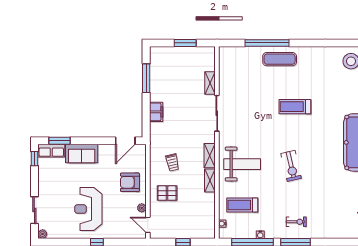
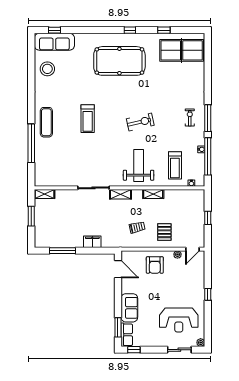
exercise mat: (280, 59) -> (46, 122), moved
shelving: (210, 83) -> (44, 194), moved
shelving: (210, 156) -> (121, 194), moved
reception desk: (88, 209) -> (179, 320), moved

